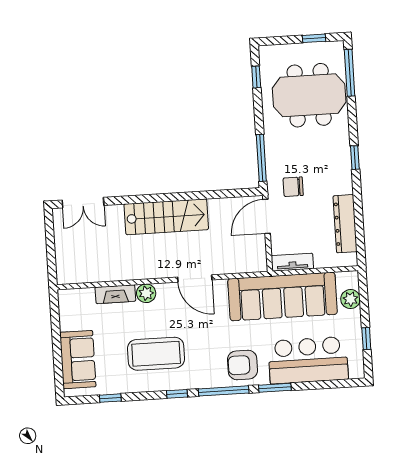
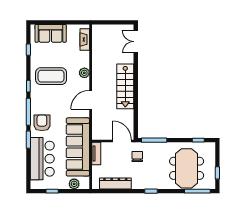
fireplace: (115, 294) -> (85, 40), moved
coffee table: (156, 354) -> (51, 76), turned 90

